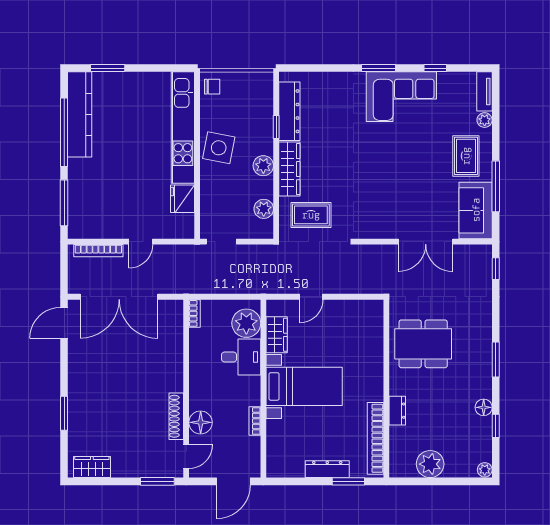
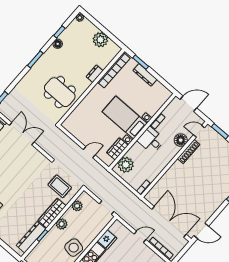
desk: (241, 357) -> (151, 140), moved

